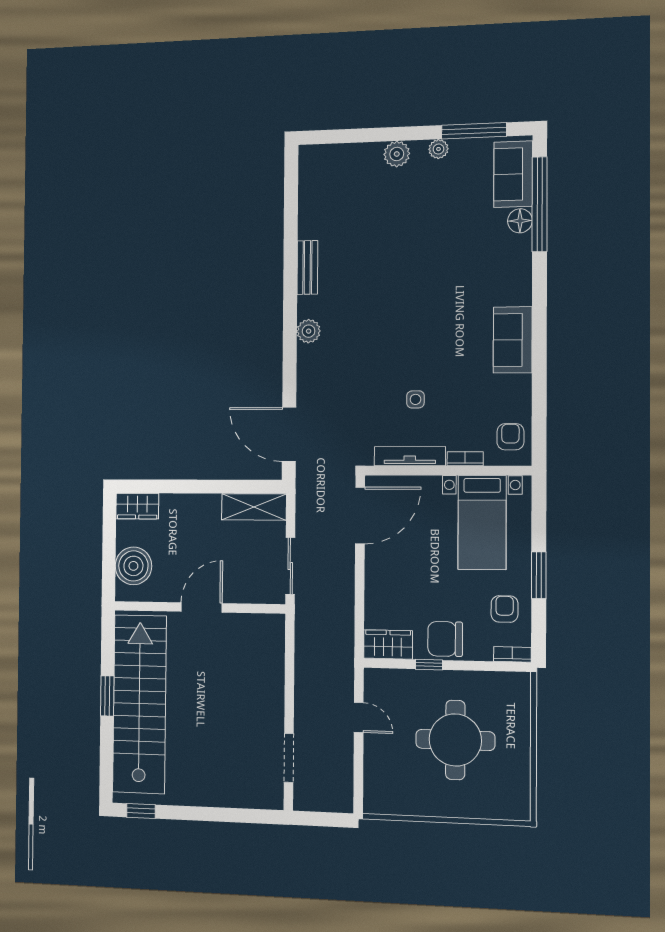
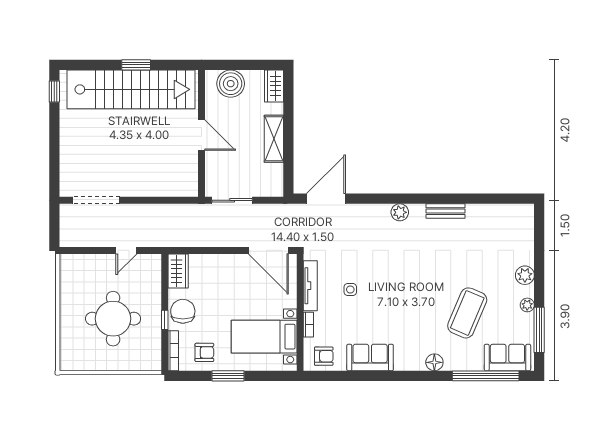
floor lamp: (520, 221) -> (434, 362), moved
coffee table: (449, 233) -> (467, 313), added
sofa: (513, 340) -> (370, 357), moved
shelving: (254, 507) -> (274, 139), moved
bookcase: (512, 654) -> (173, 351), width x1.56
window: (429, 665) -> (165, 320), moved
doorway: (289, 758) -> (96, 200), width x1.36

